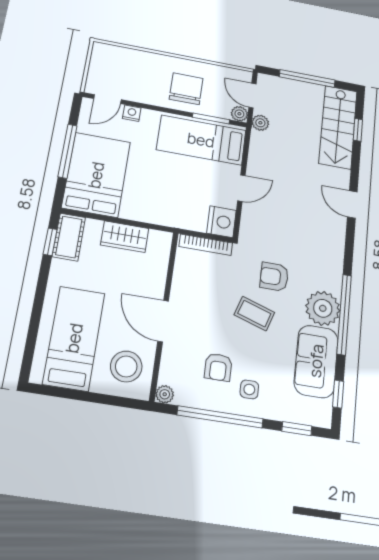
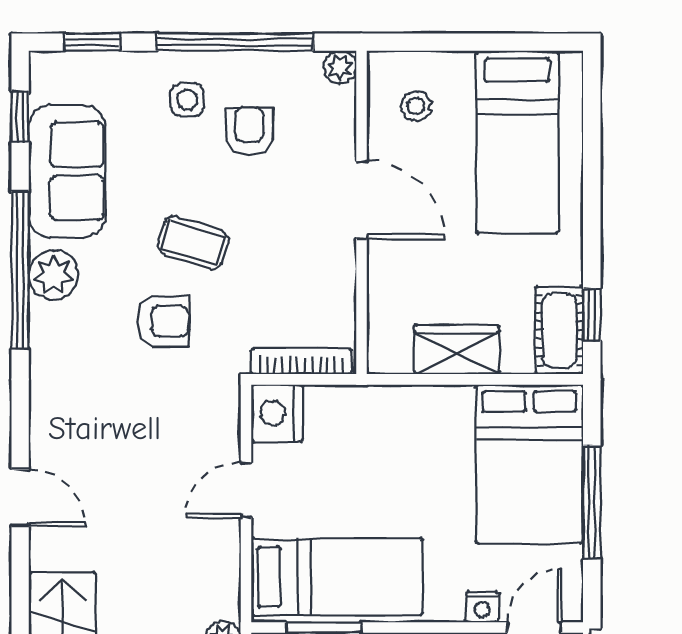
plant: (323, 308) -> (54, 275), width x0.73, depth x0.73
stool: (126, 366) -> (416, 106), width x0.53, depth x0.53

